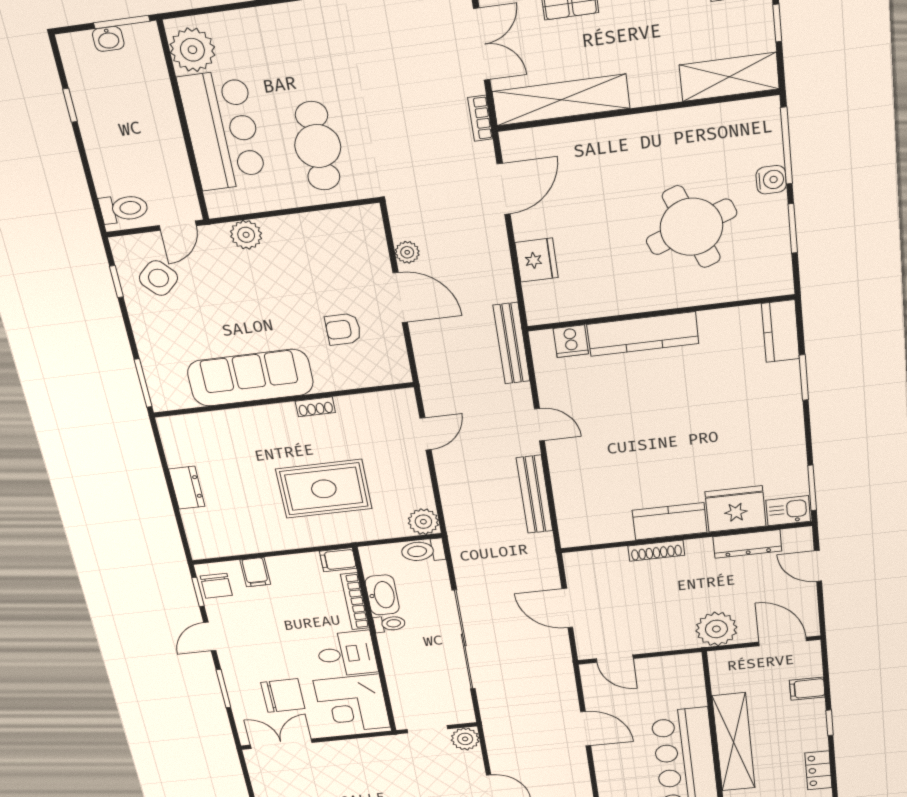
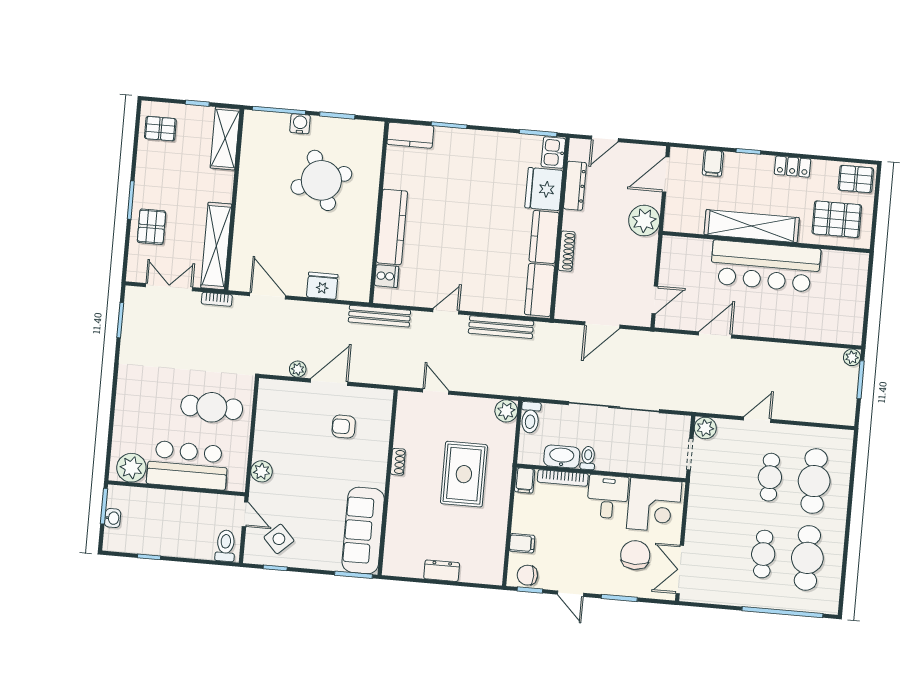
armchair: (343, 329) -> (344, 427), turned 90
sofa: (250, 378) -> (363, 530), moved
kitchen counter: (596, 529) -> (539, 290), added
chair: (216, 586) -> (527, 575), turned 180

